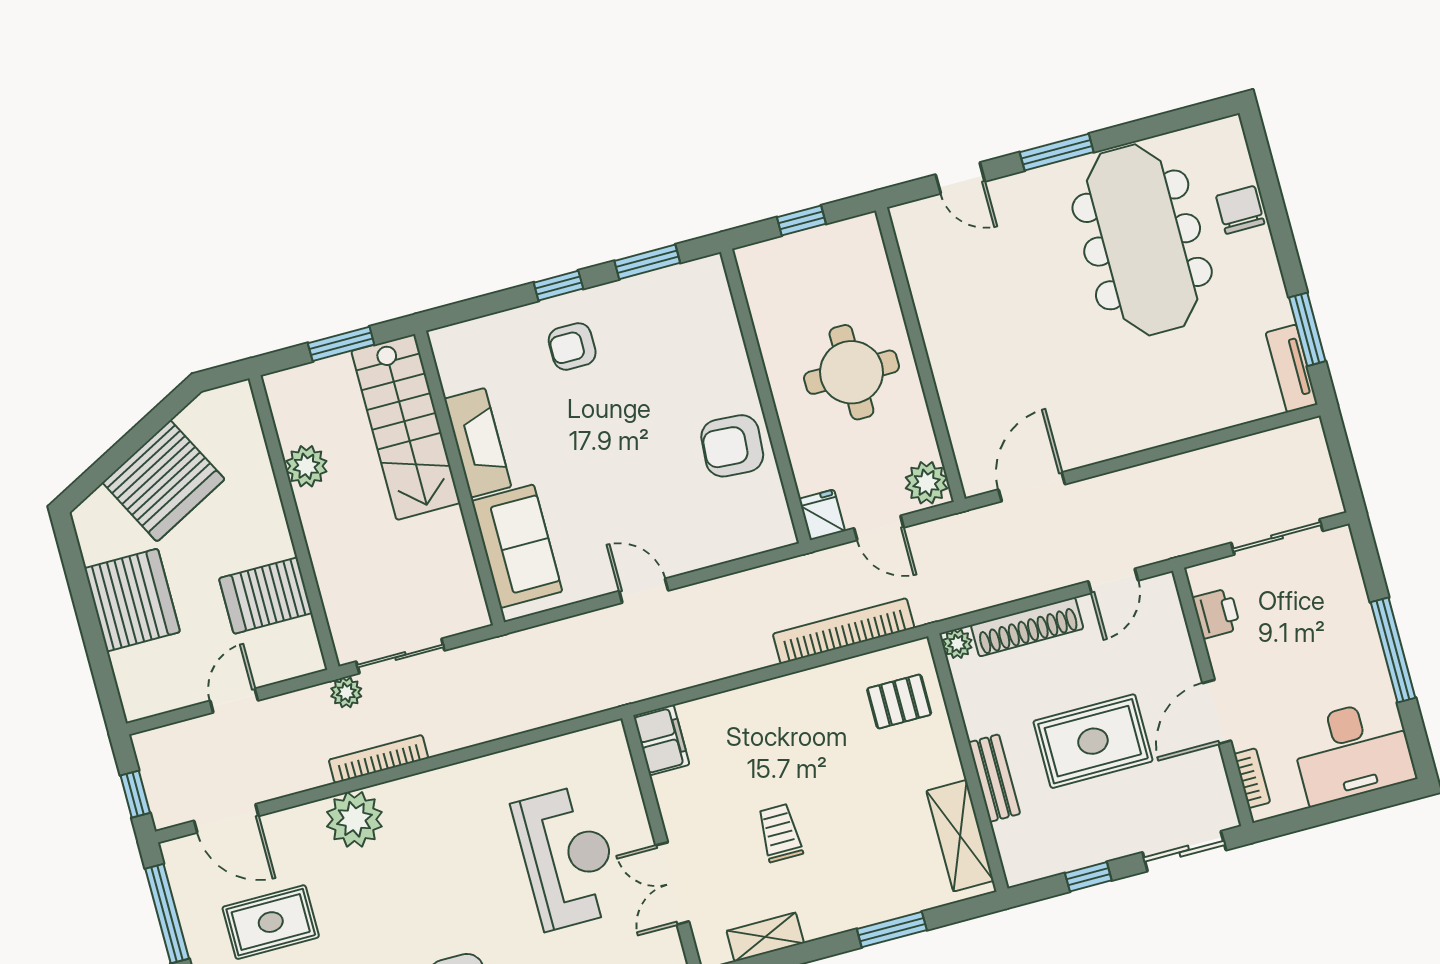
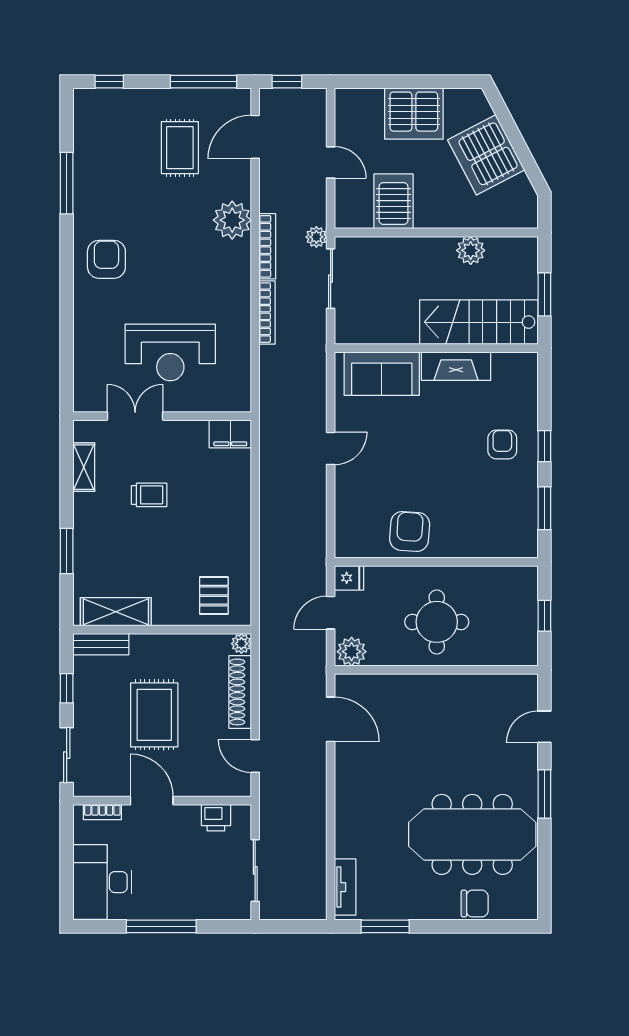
tv unit: (1292, 368) -> (345, 887), moved, turned 90
bookcase: (844, 631) -> (267, 313), moved, width x0.68, depth x0.76
bench: (994, 778) -> (101, 644), moved

